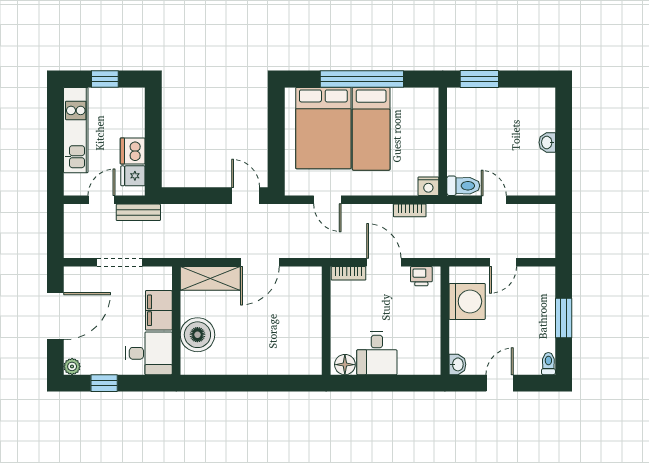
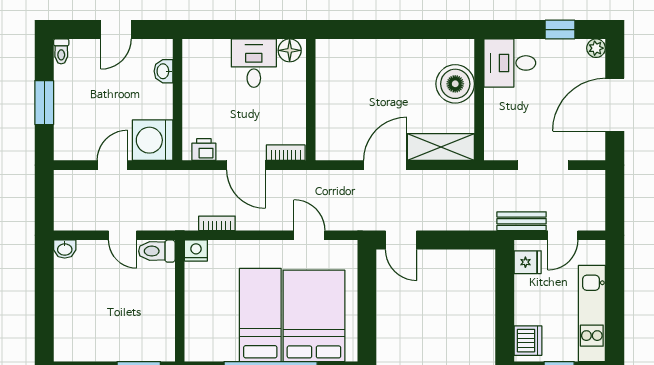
washbasin: (547, 142) -> (65, 249), moved, turned 90
dishwasher: (133, 151) -> (528, 341), moved
washing machine: (467, 301) -> (153, 140), moved
filing cabinet: (159, 310) -> (499, 111), removed
washbasin: (457, 364) -> (163, 71), moved

